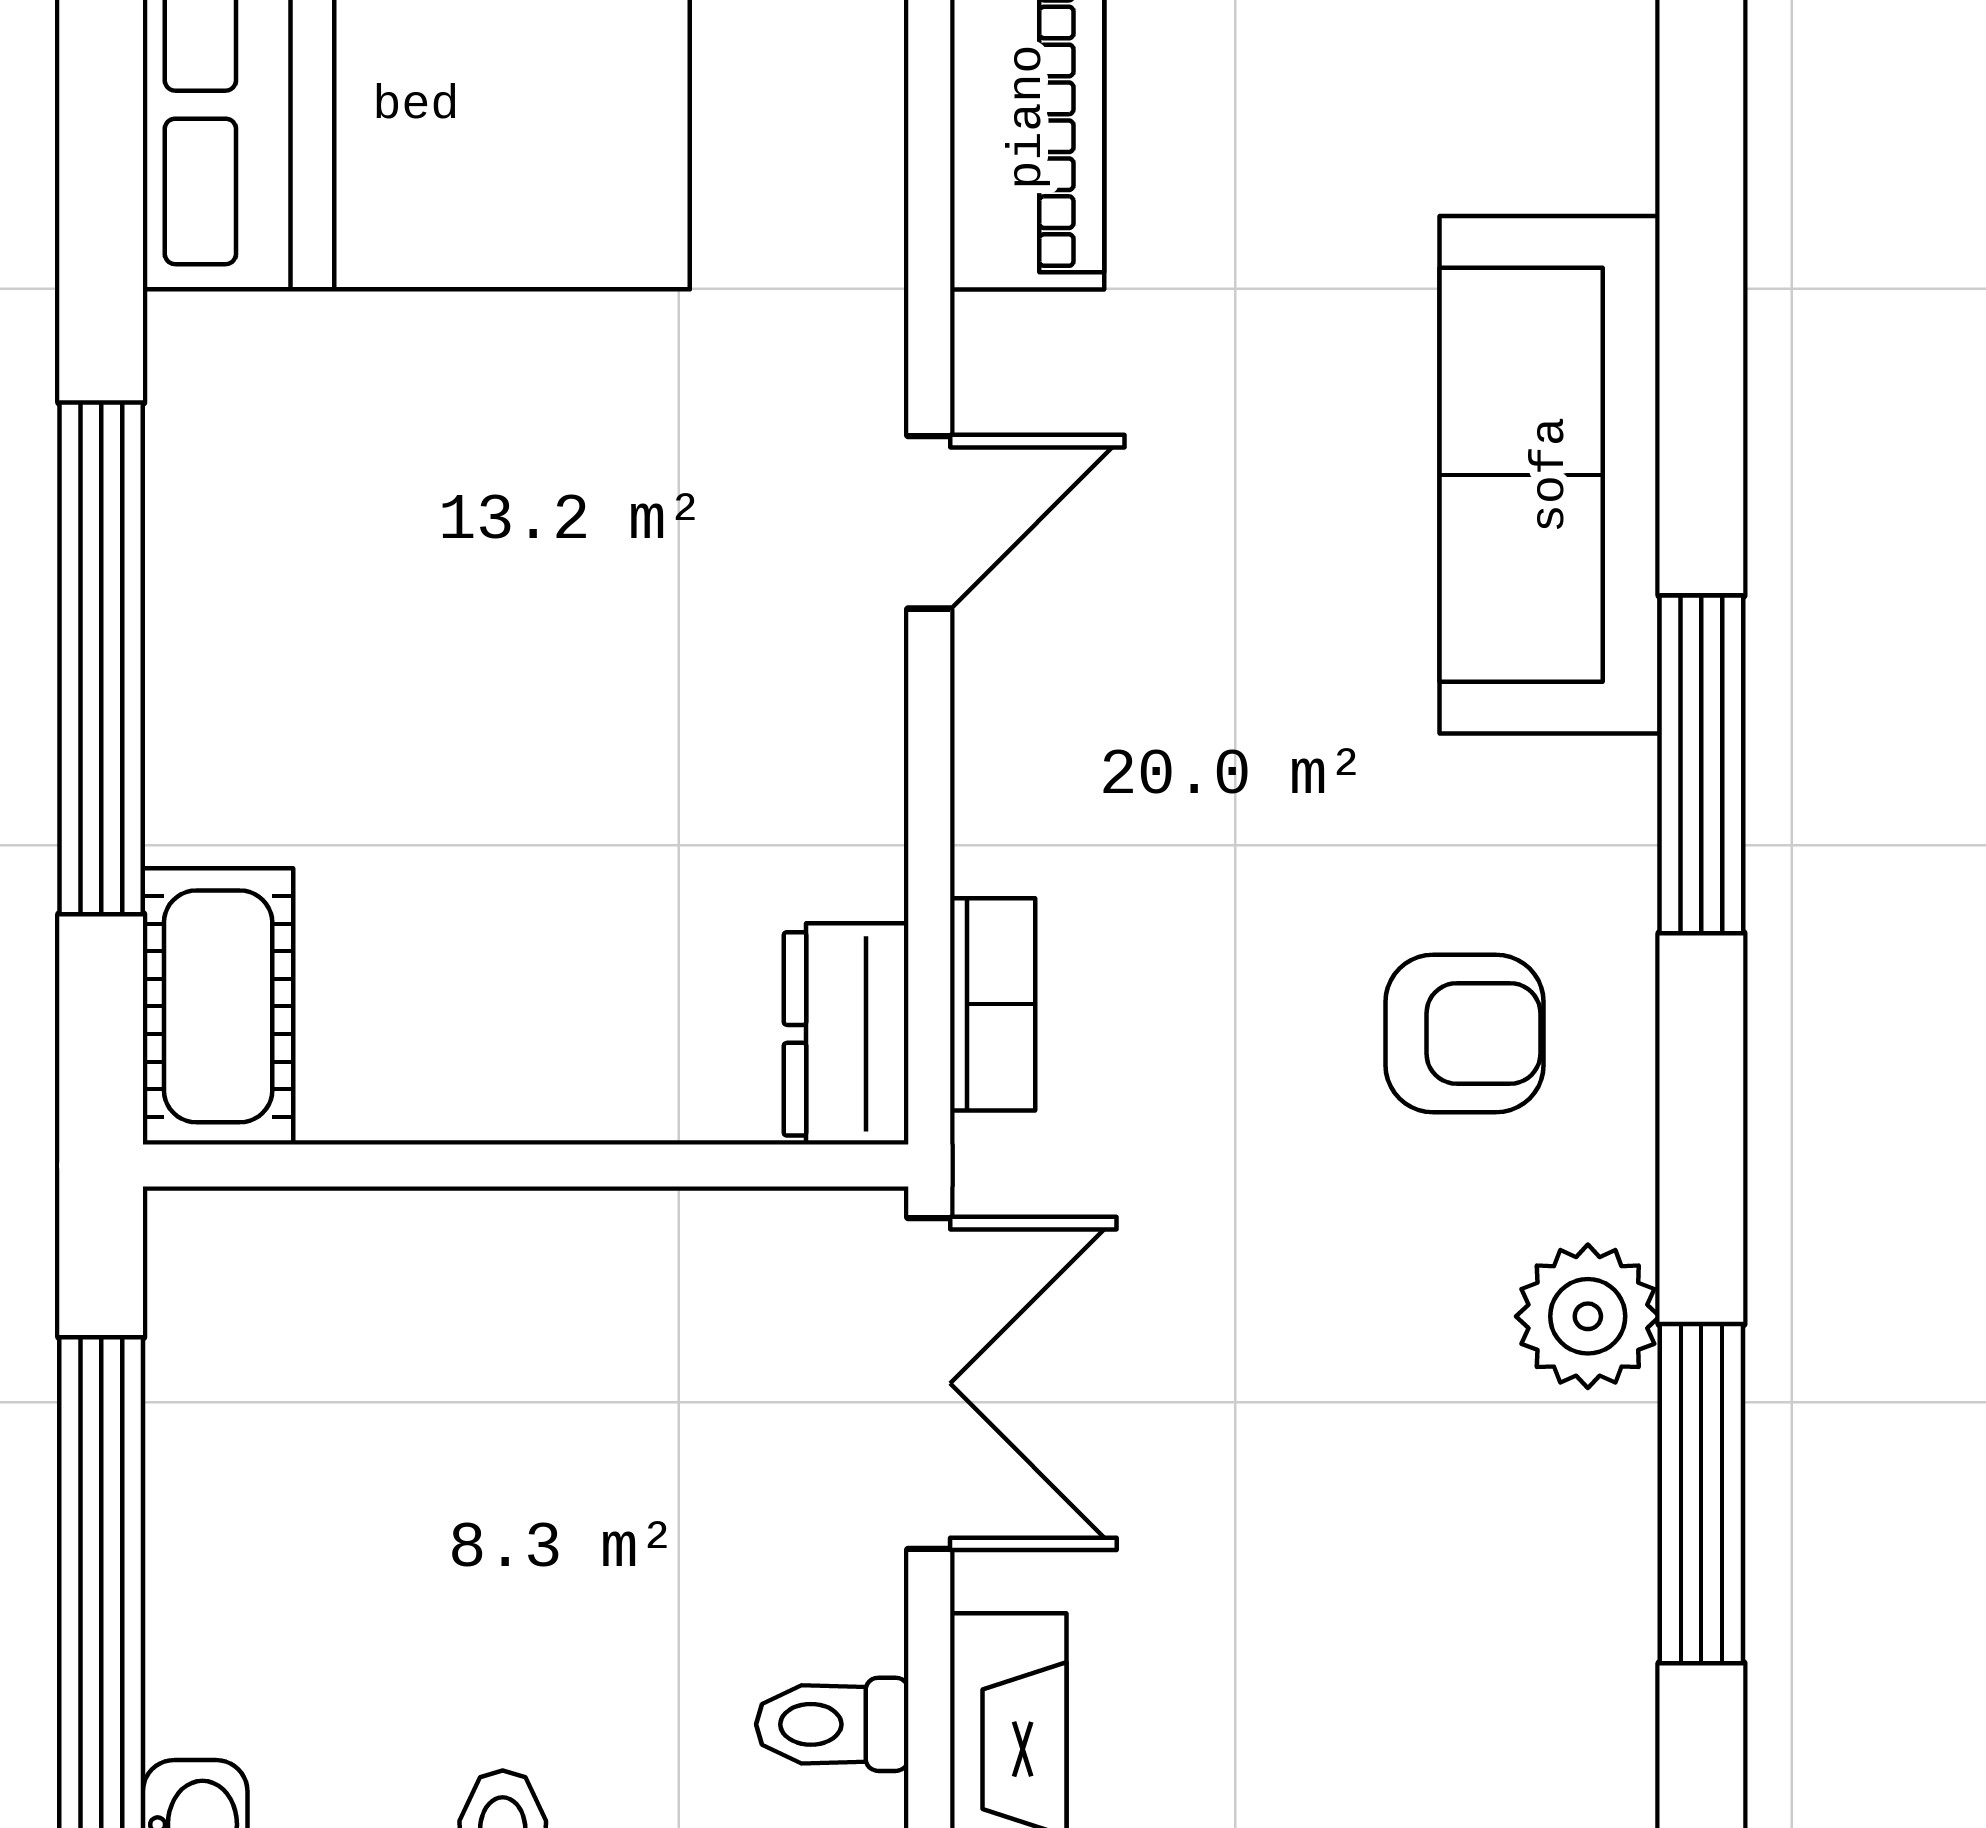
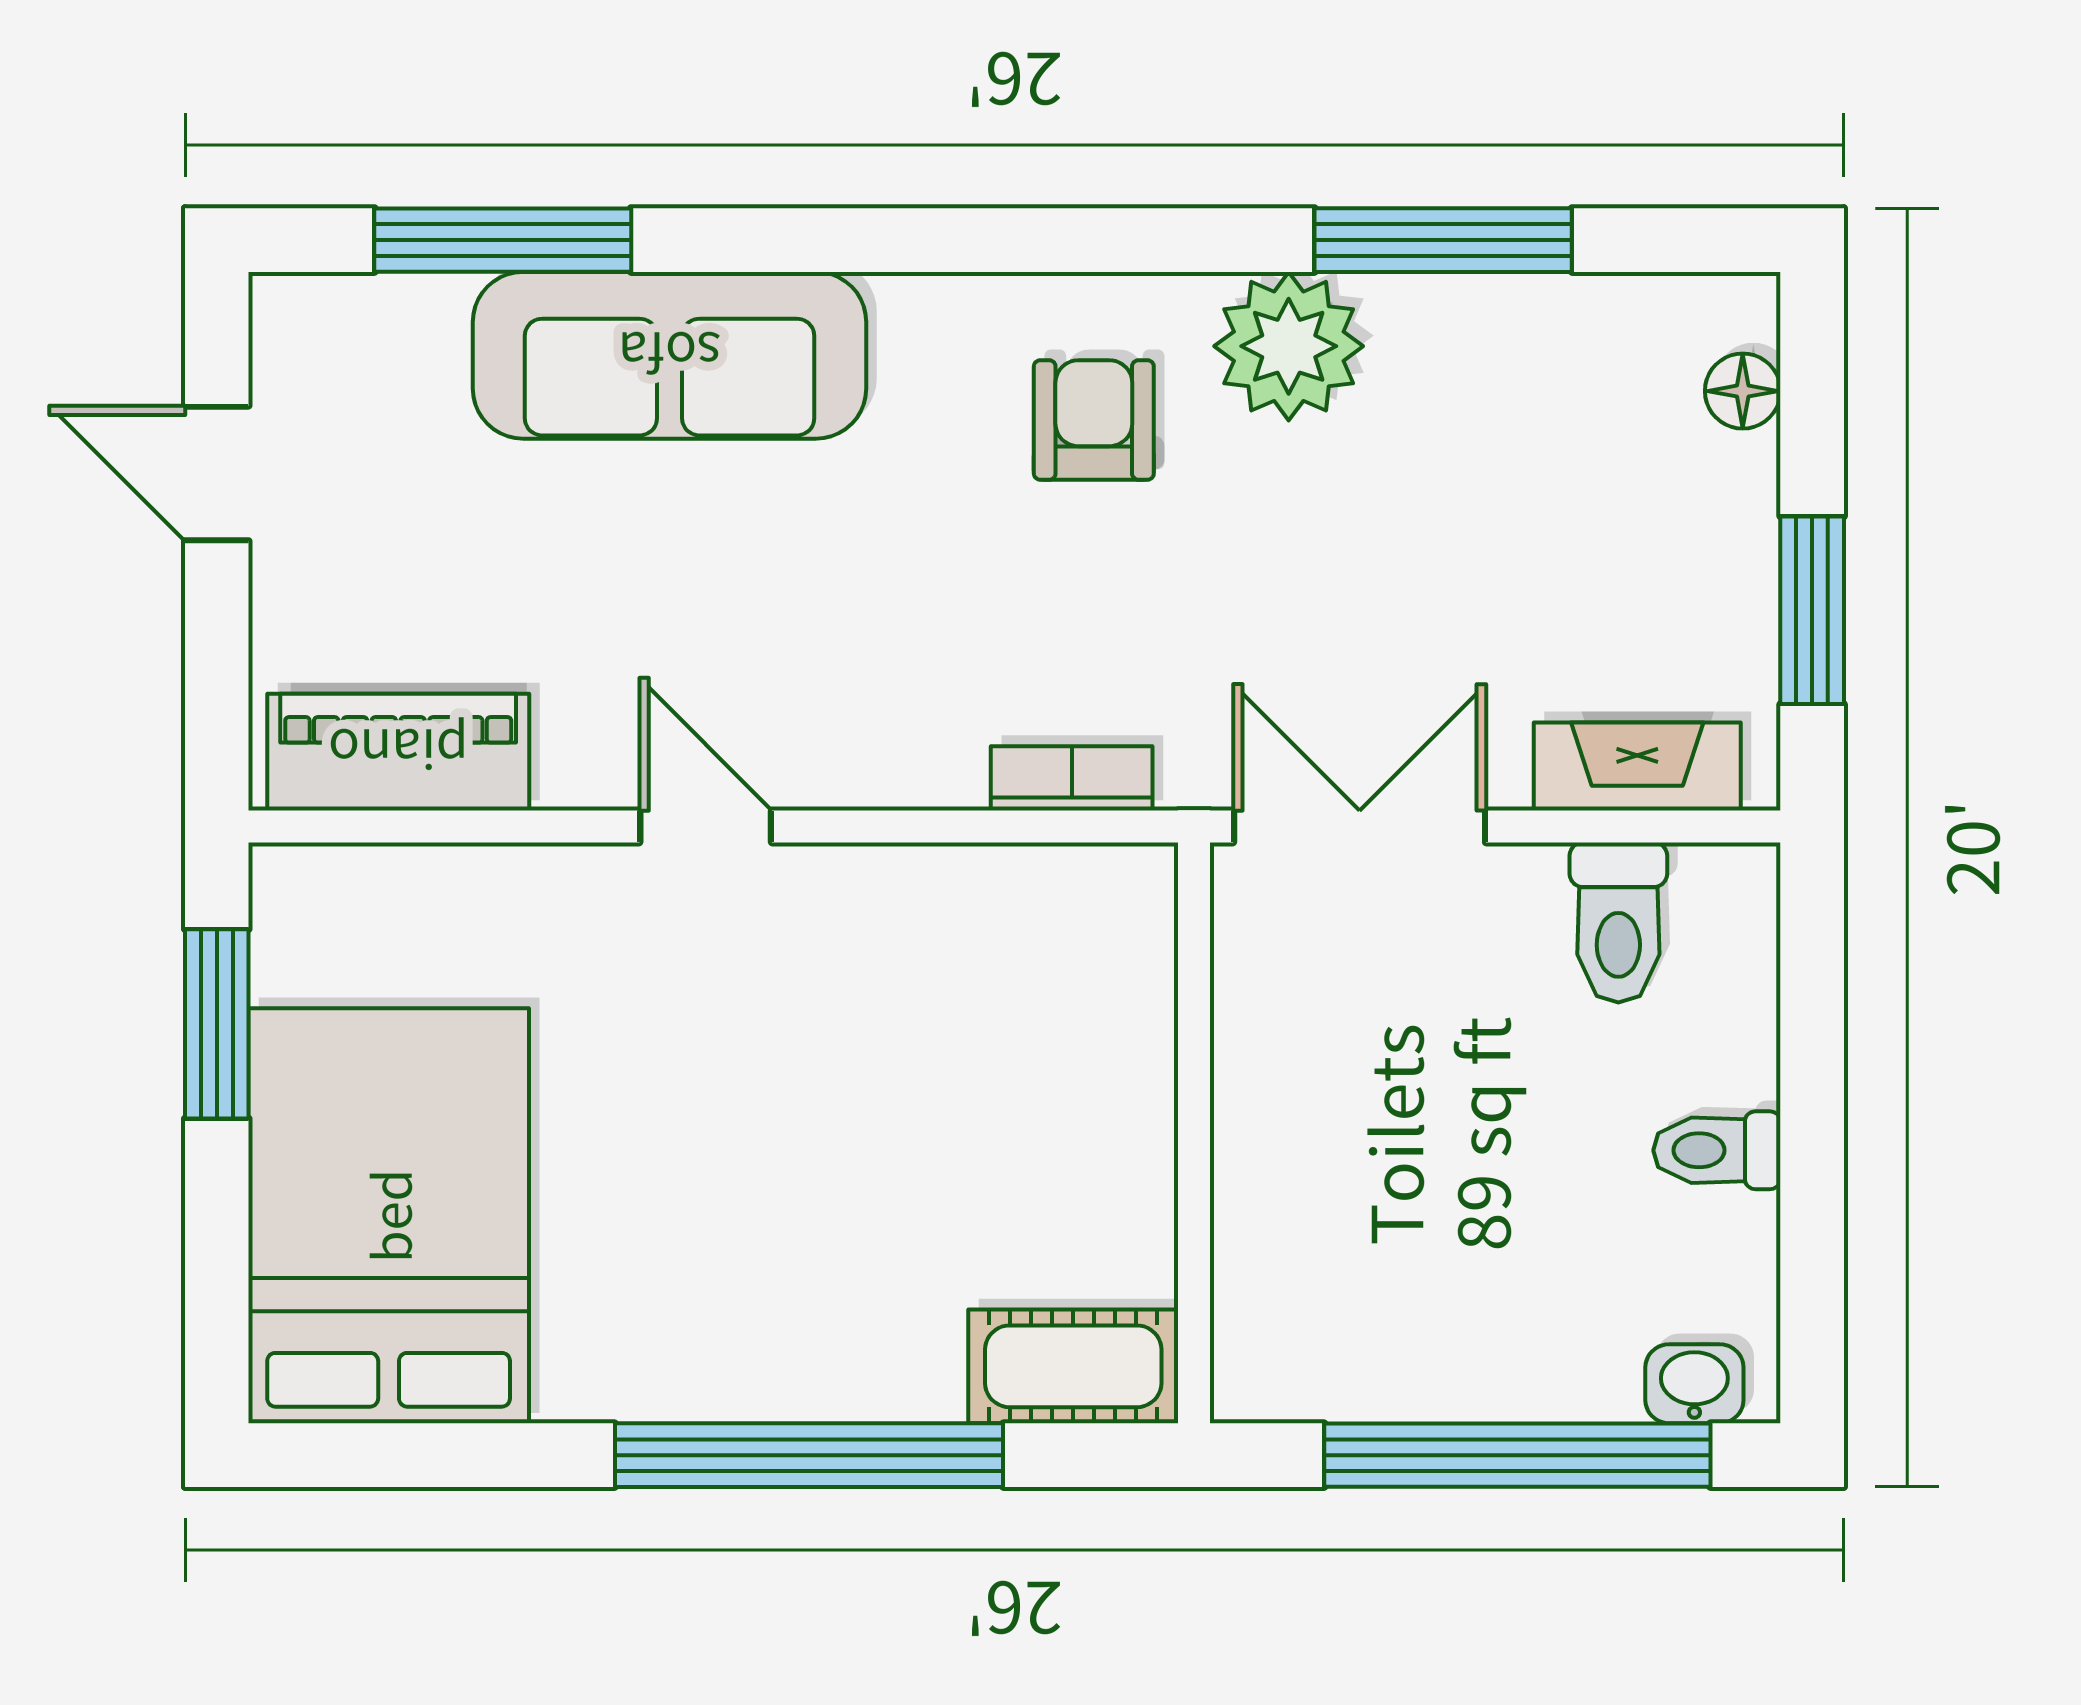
window: (1701, 764) -> (503, 240), moved
dresser: (846, 1034) -> (1094, 890), removed
plant: (1588, 1316) -> (1289, 346), width x1.36, depth x1.36
toilet: (832, 1724) -> (1618, 922), width x1.37, depth x1.39

